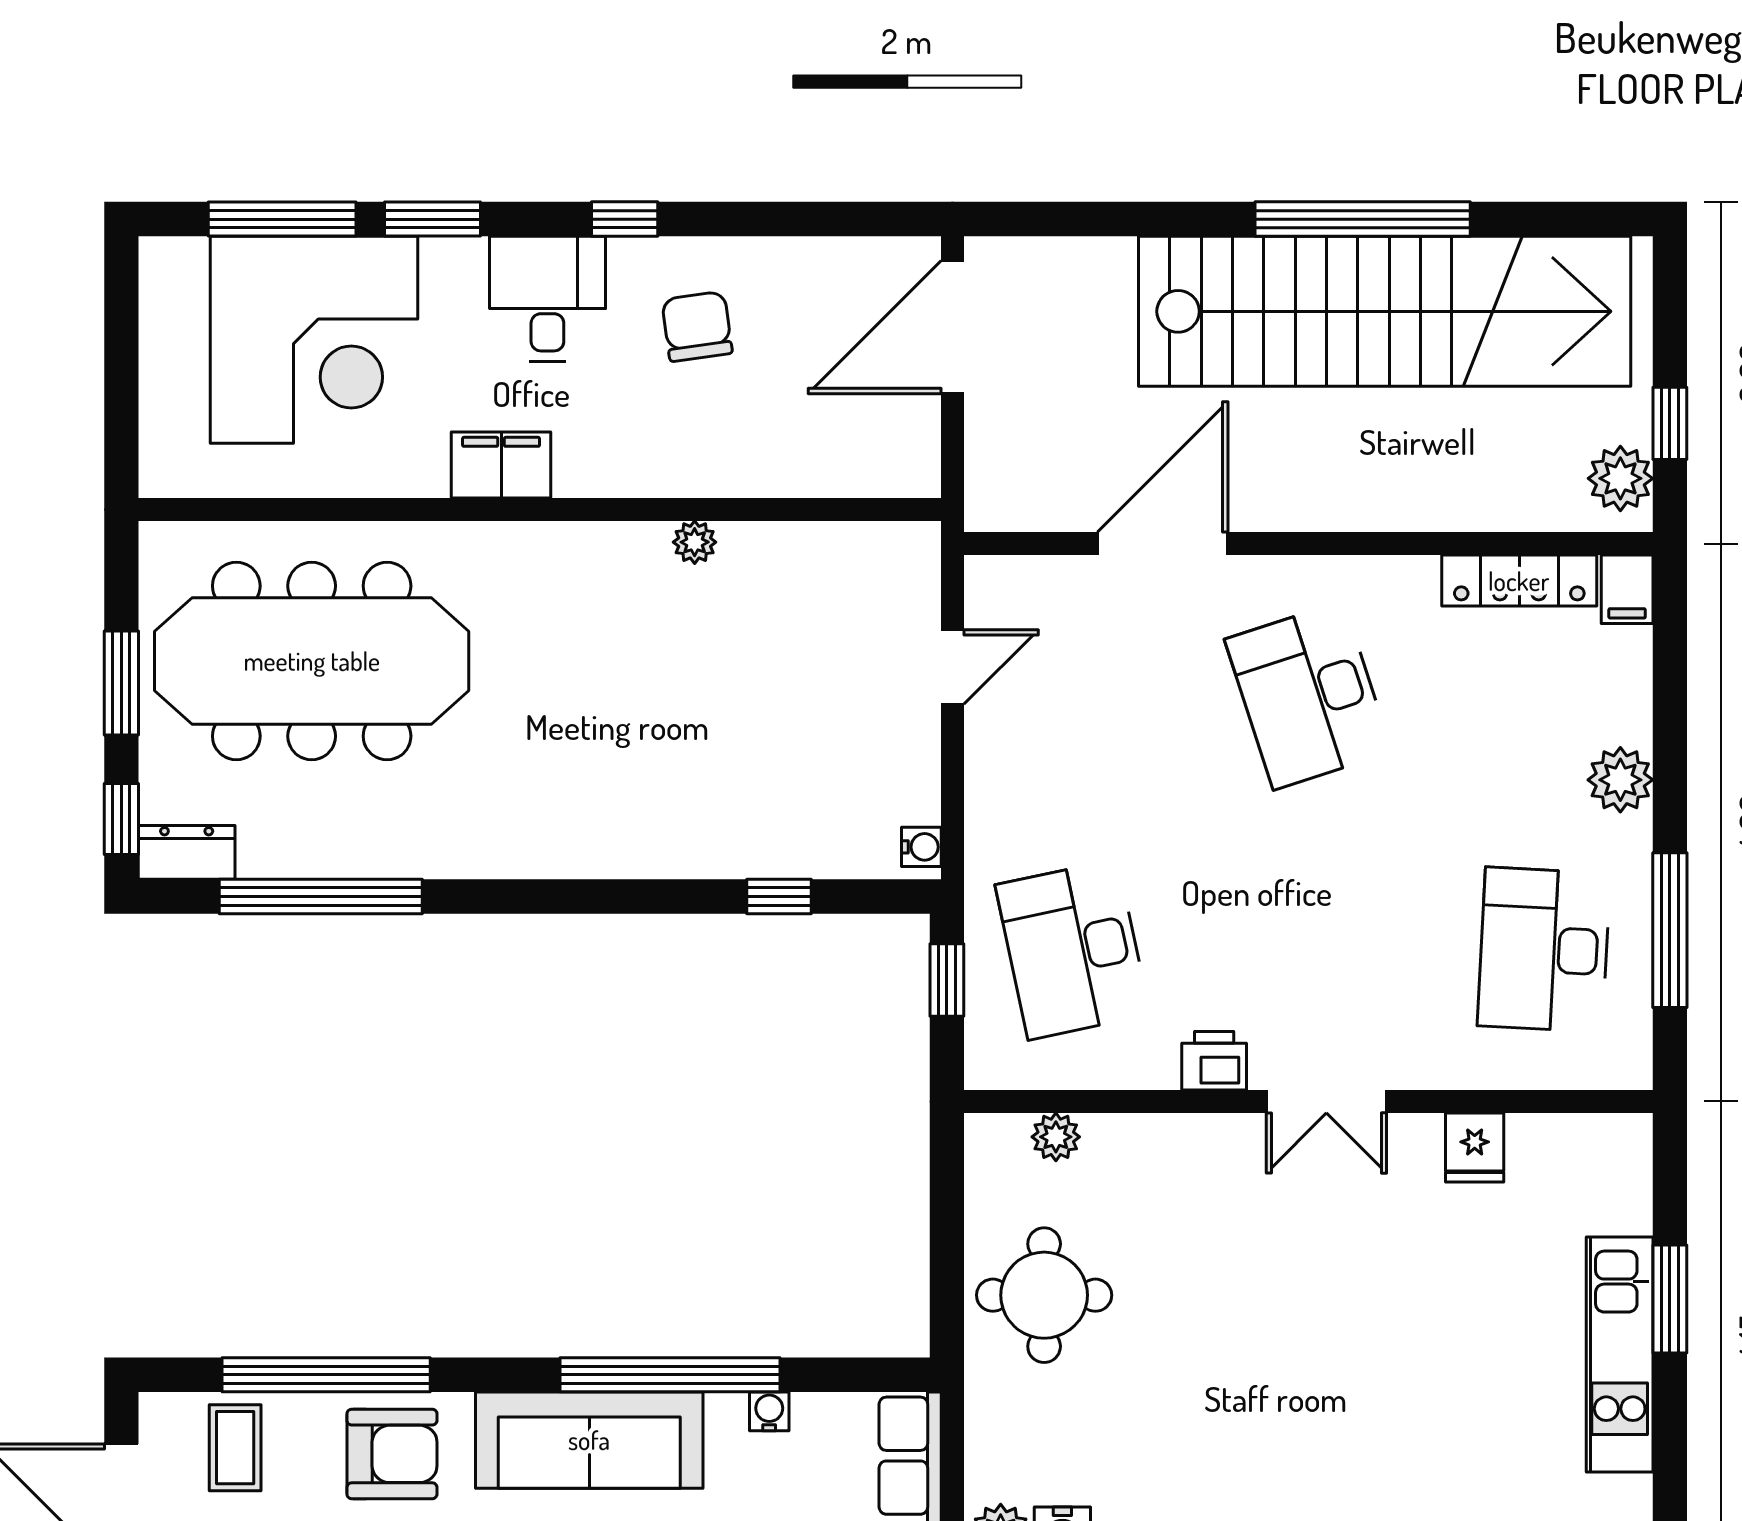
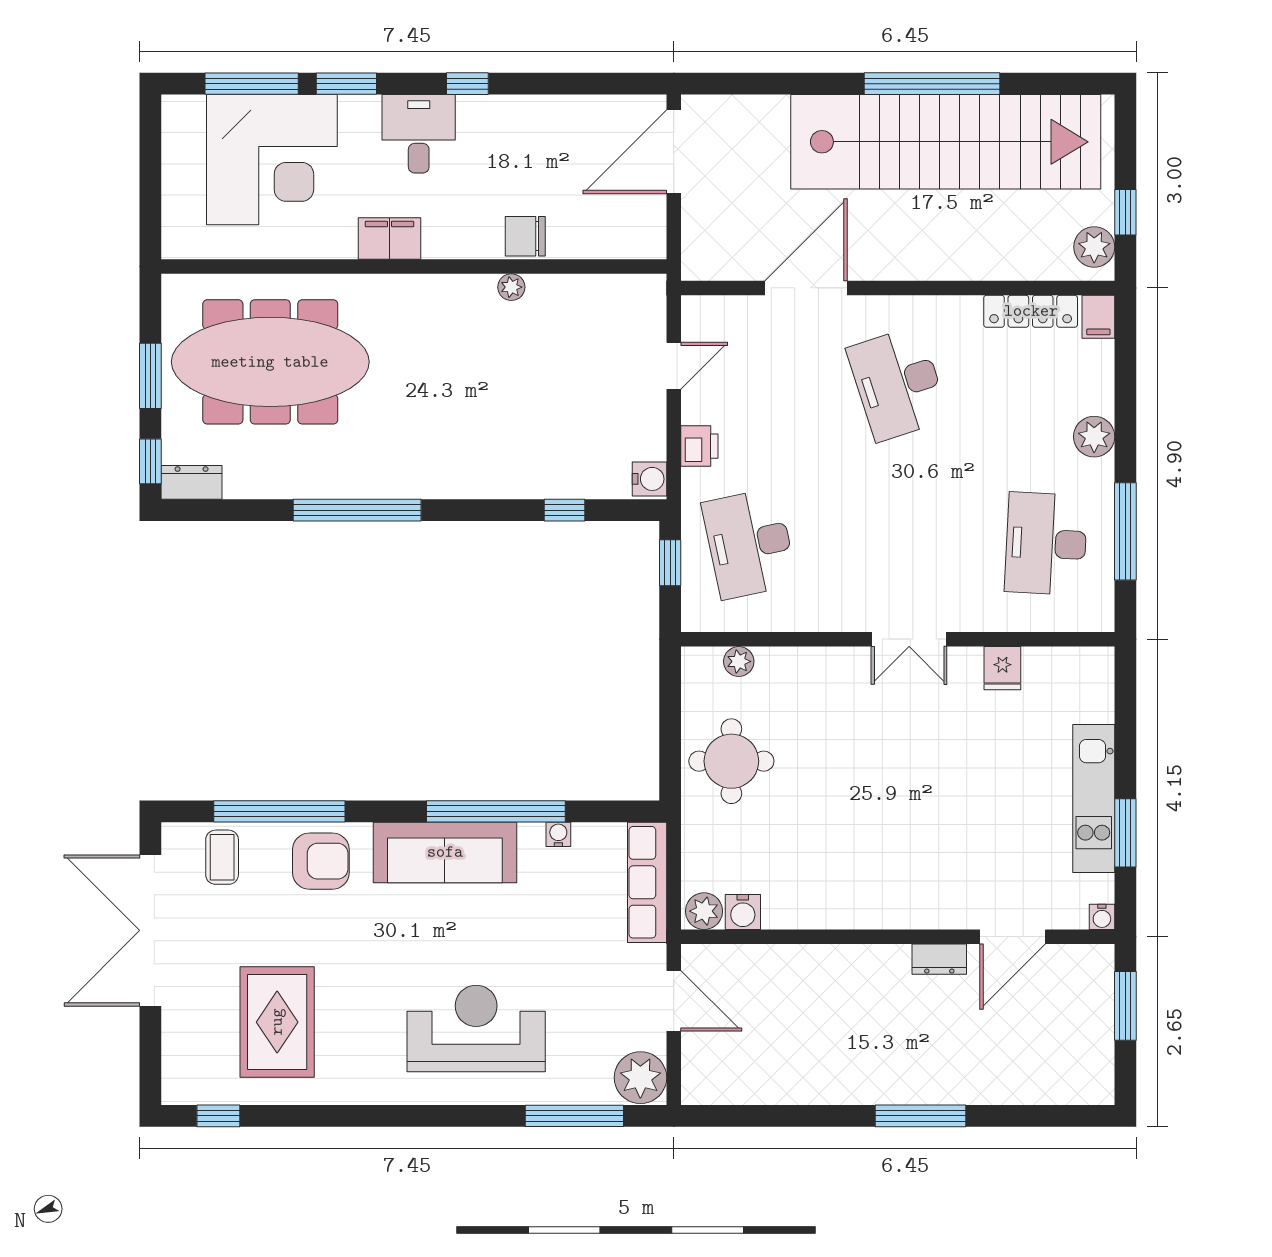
chair: (697, 326) -> (525, 236), moved, turned -82
water cooler: (921, 847) -> (649, 479), width x1.38, depth x1.38
window: (321, 897) -> (357, 510), moved
printer: (1214, 1061) -> (699, 446), moved, turned 90
window: (1670, 1299) -> (1125, 833), moved

